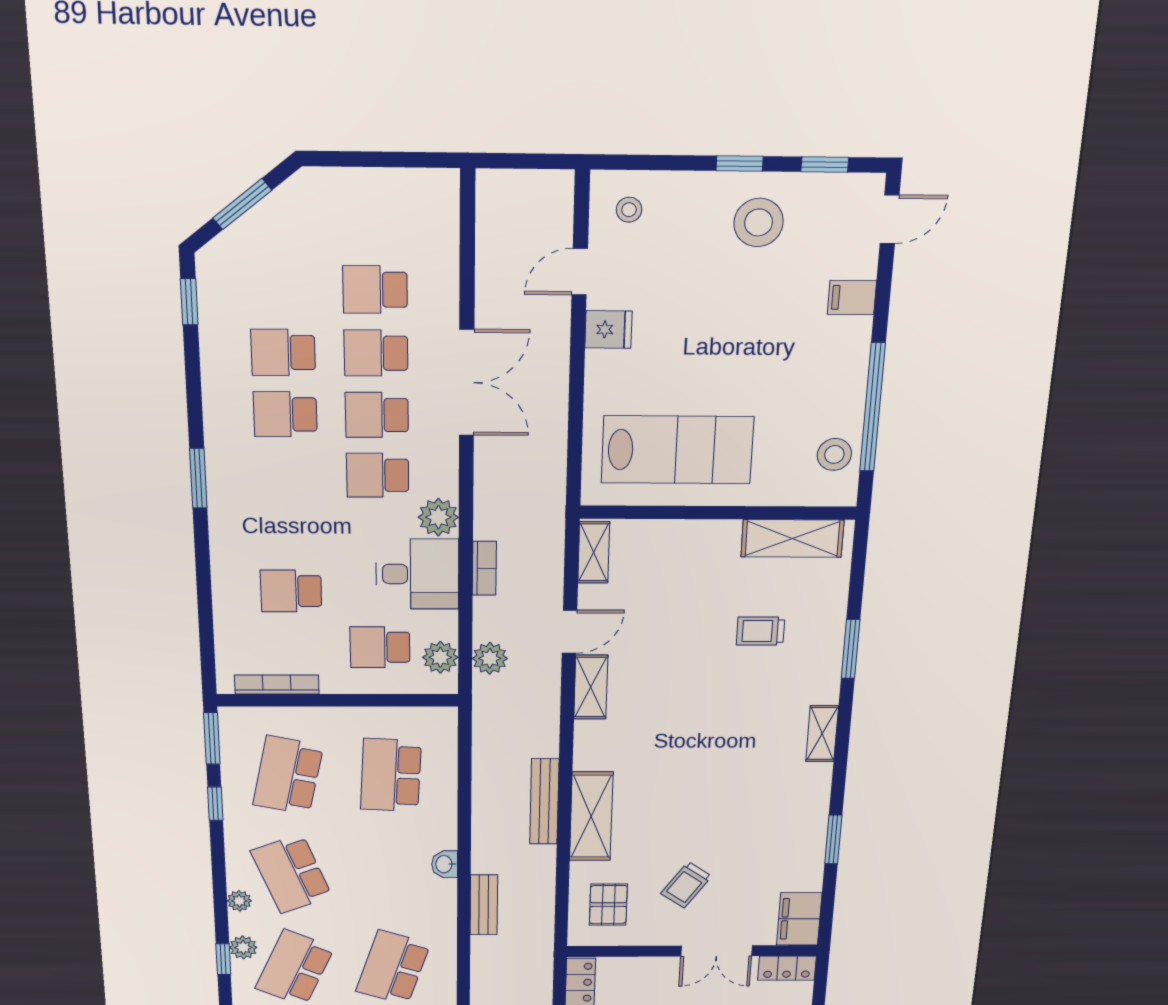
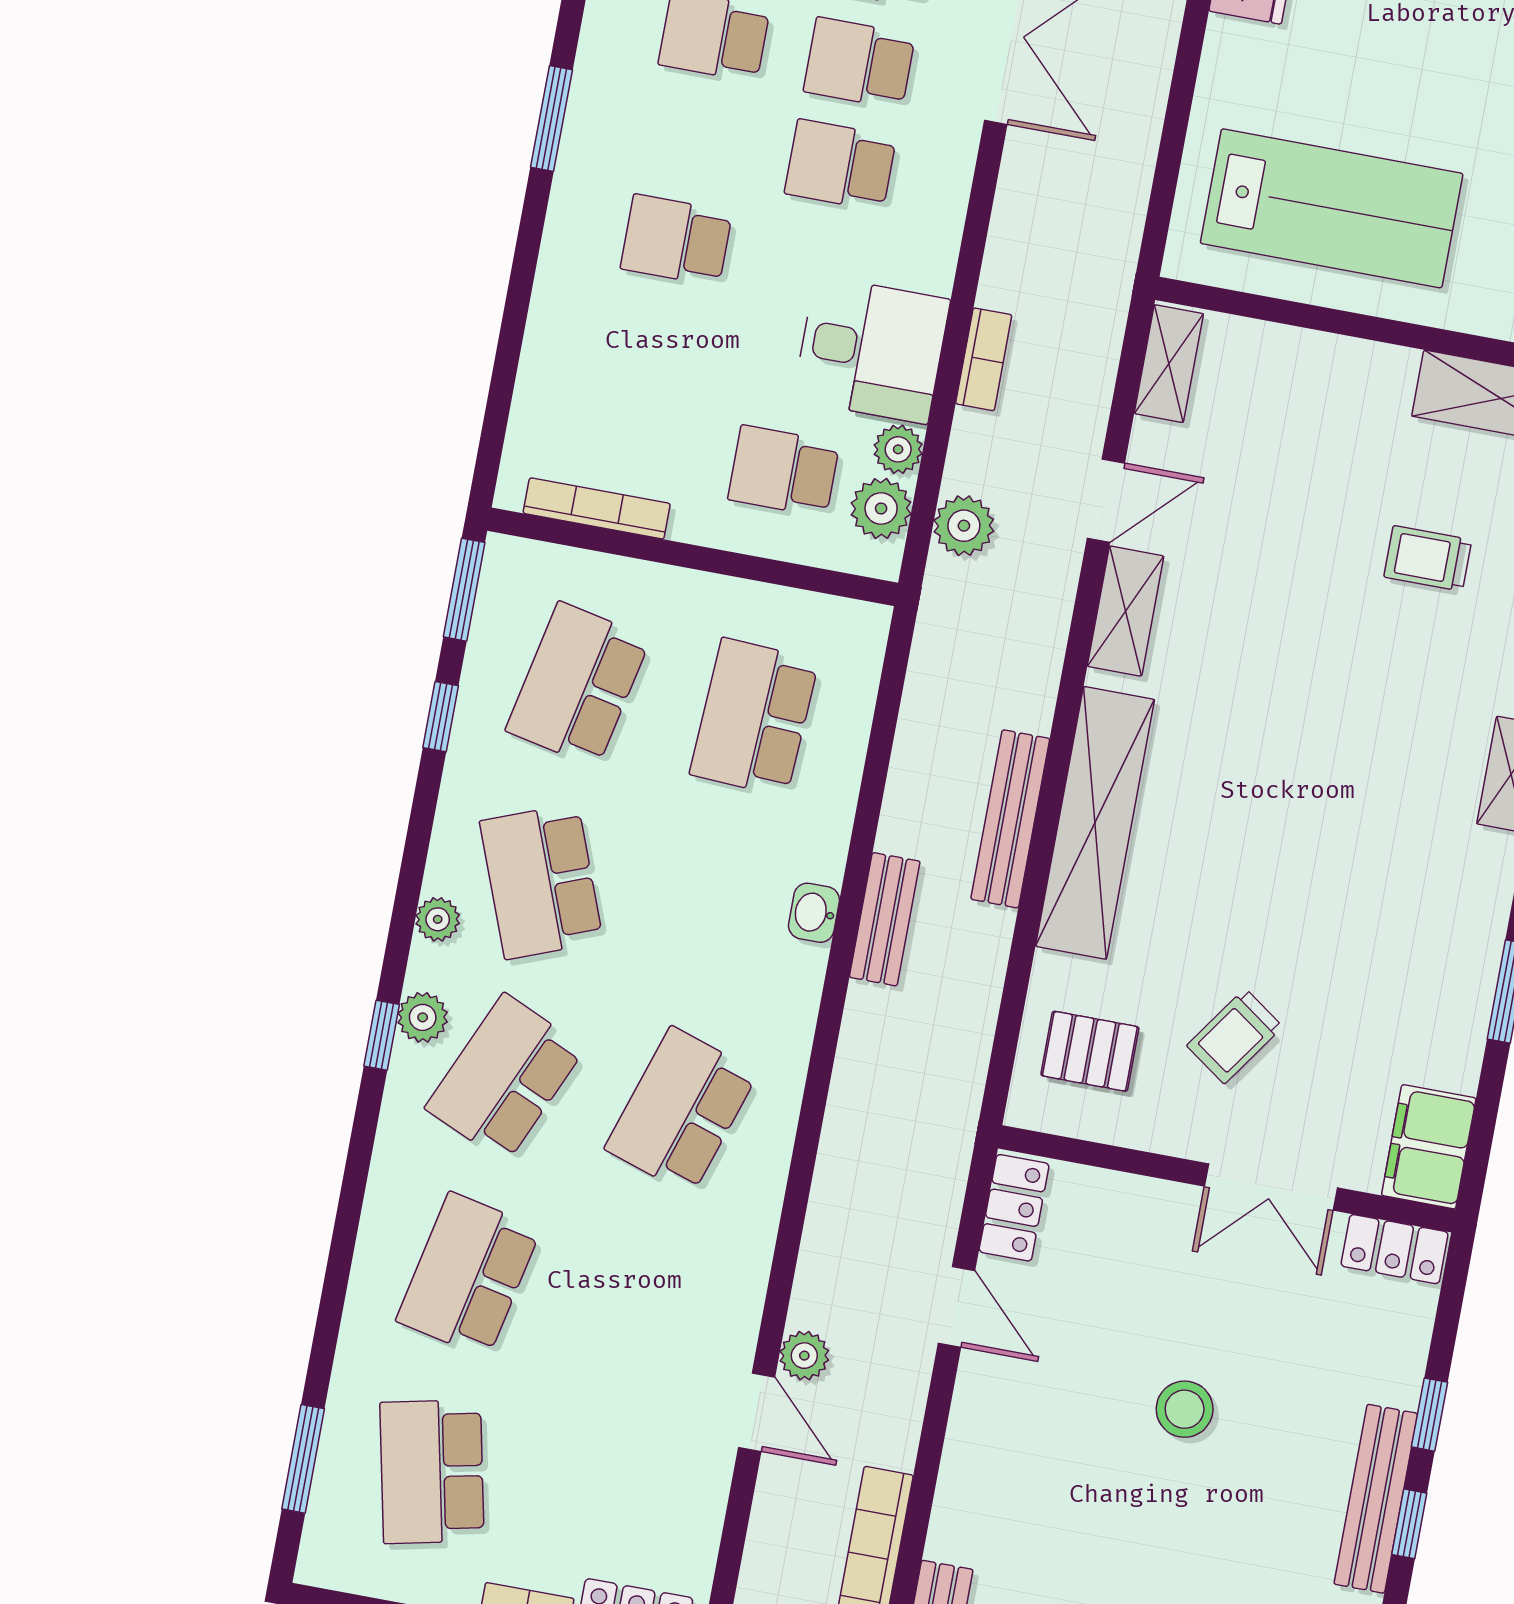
plant: (438, 517) -> (898, 449), moved, width x0.73, depth x0.73
school desk: (291, 591) -> (676, 240), moved
shelving: (591, 816) -> (1095, 823), width x1.47
bench: (484, 905) -> (885, 919), moved
pallet: (608, 905) -> (1090, 1051), turned 90

